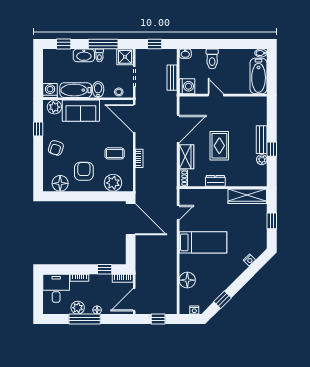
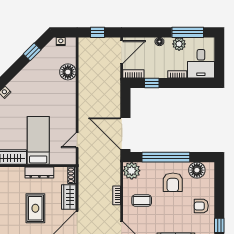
armchair: (56, 148) -> (201, 206), turned -108
dresser: (215, 181) -> (39, 173), width x1.44
plant: (113, 183) -> (132, 171), moved
window: (91, 196) -> (166, 157), added
bed: (203, 242) -> (38, 140), moved, turned 90
window: (85, 319) -> (188, 32), moved

